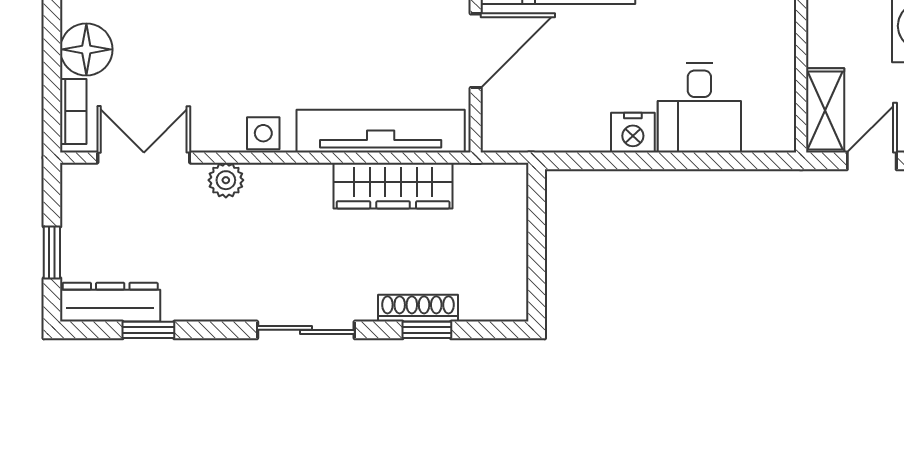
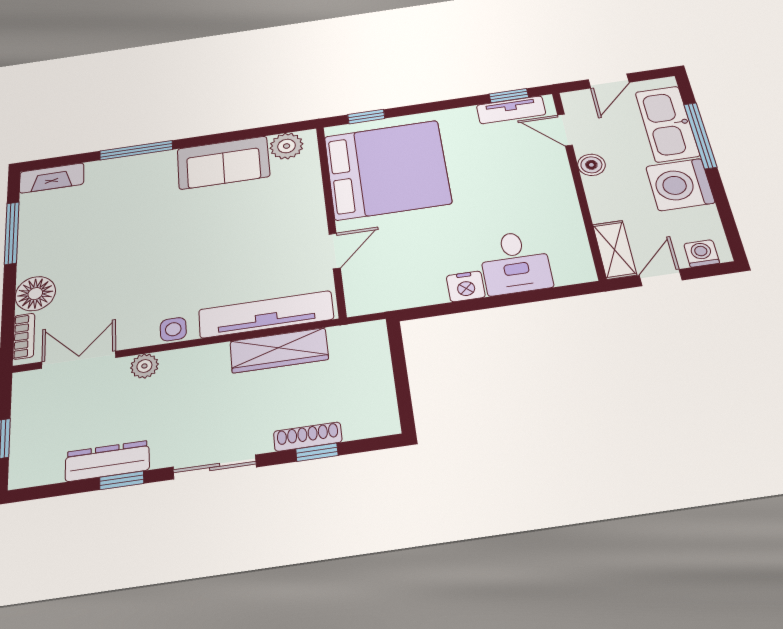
door: (476, 51) -> (335, 251), width x0.73
dresser: (110, 302) -> (107, 461), moved
window: (148, 330) -> (122, 480), moved

